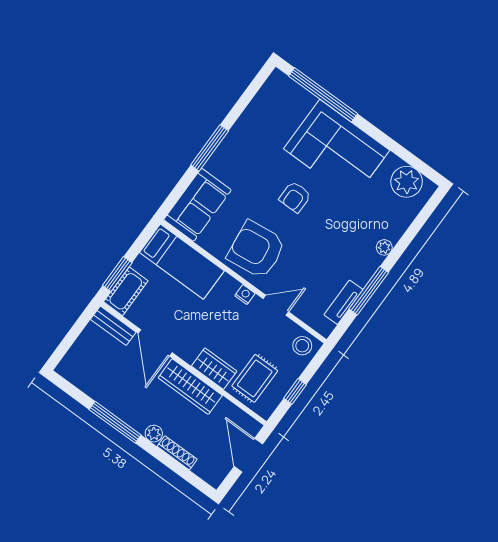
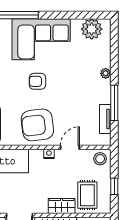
armchair: (295, 197) -> (37, 81), turned 90

